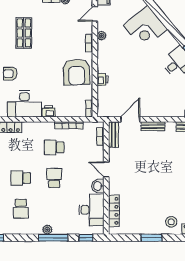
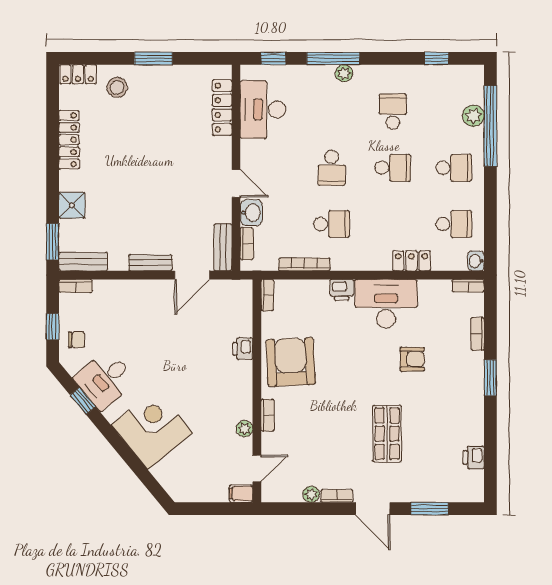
corner desk: (145, 27) -> (152, 429), moved
washbasin: (98, 186) -> (251, 213), moved

